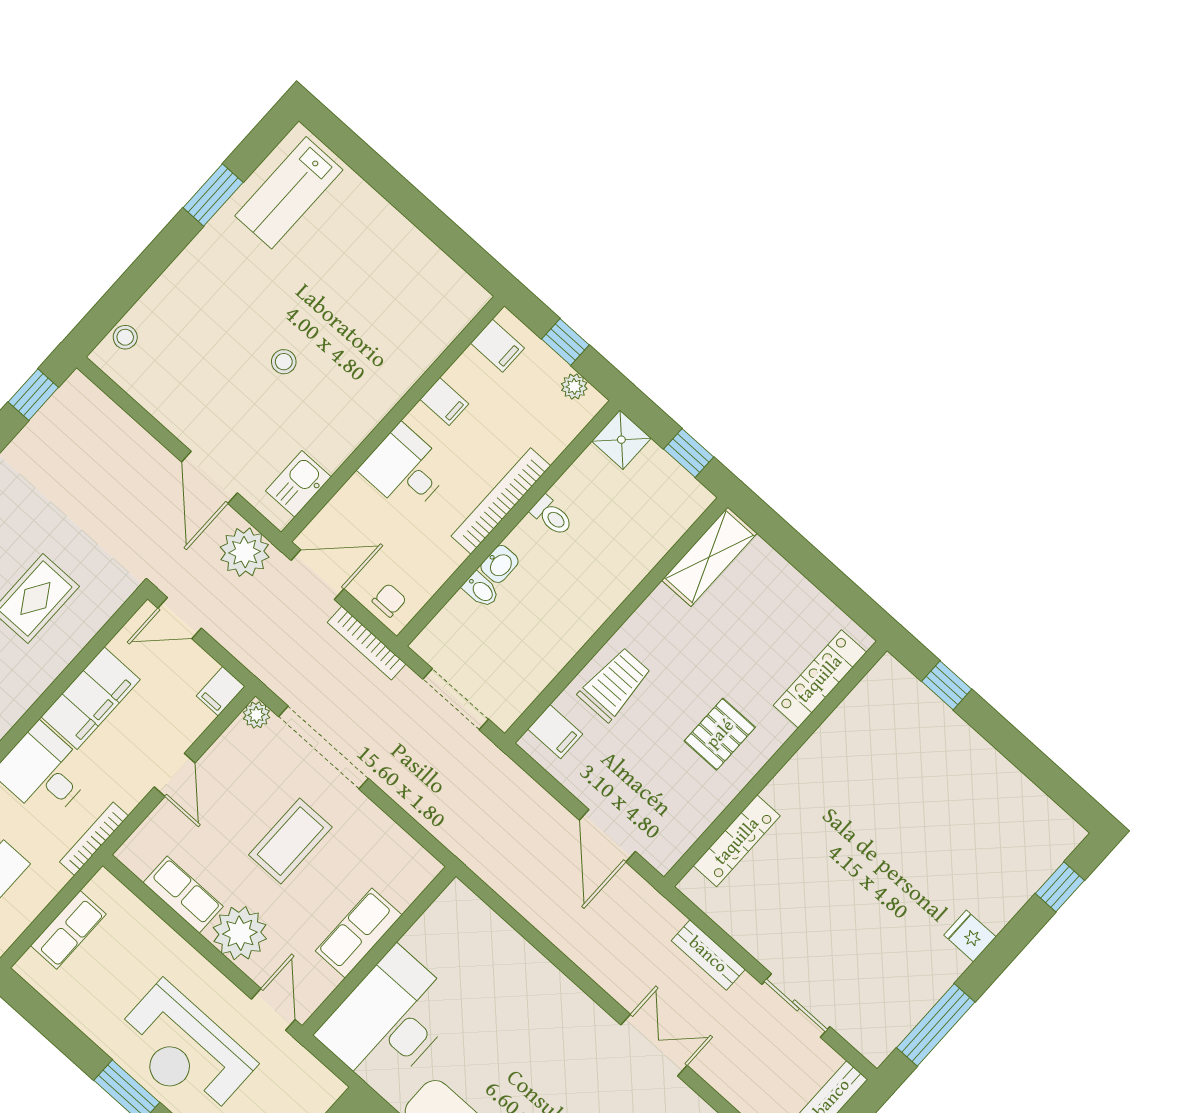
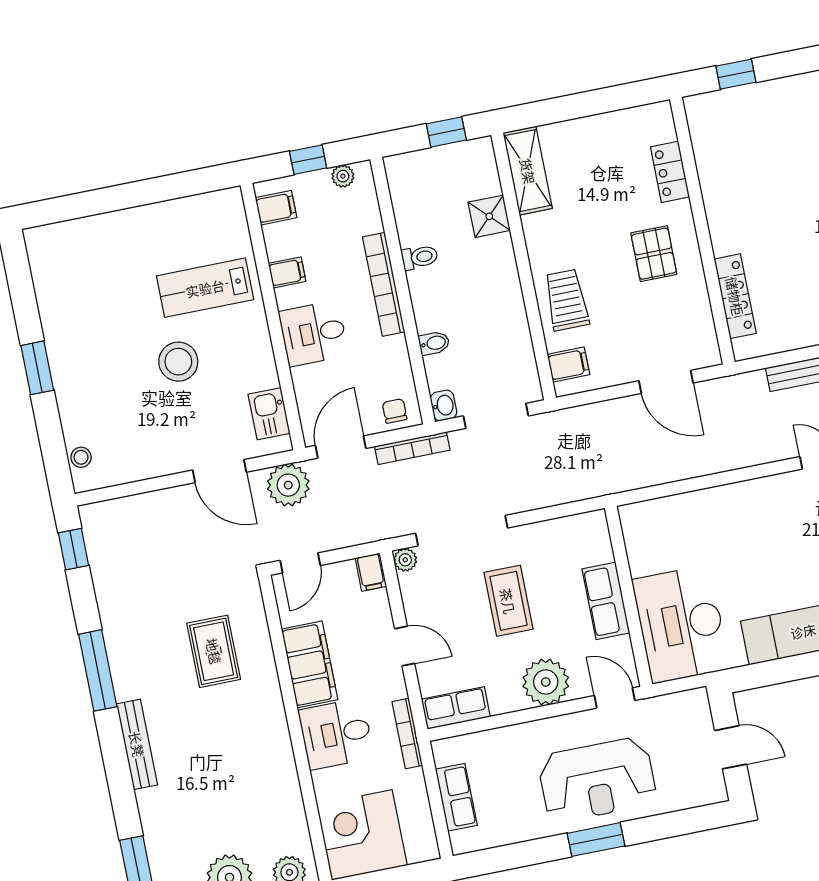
lab bench: (289, 193) -> (205, 288), moved, turned 90
window: (213, 195) -> (37, 368), moved
stool: (284, 362) -> (178, 362), width x1.89, depth x1.89
shower: (621, 440) -> (489, 216), moved
washbasin: (499, 564) -> (444, 405), moved
locker: (820, 679) -> (670, 172), width x0.66
row of seats: (183, 895) -> (456, 708), moved

